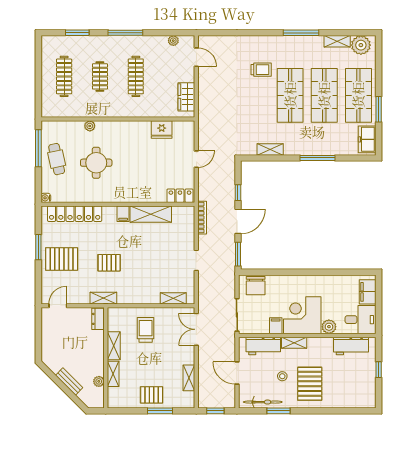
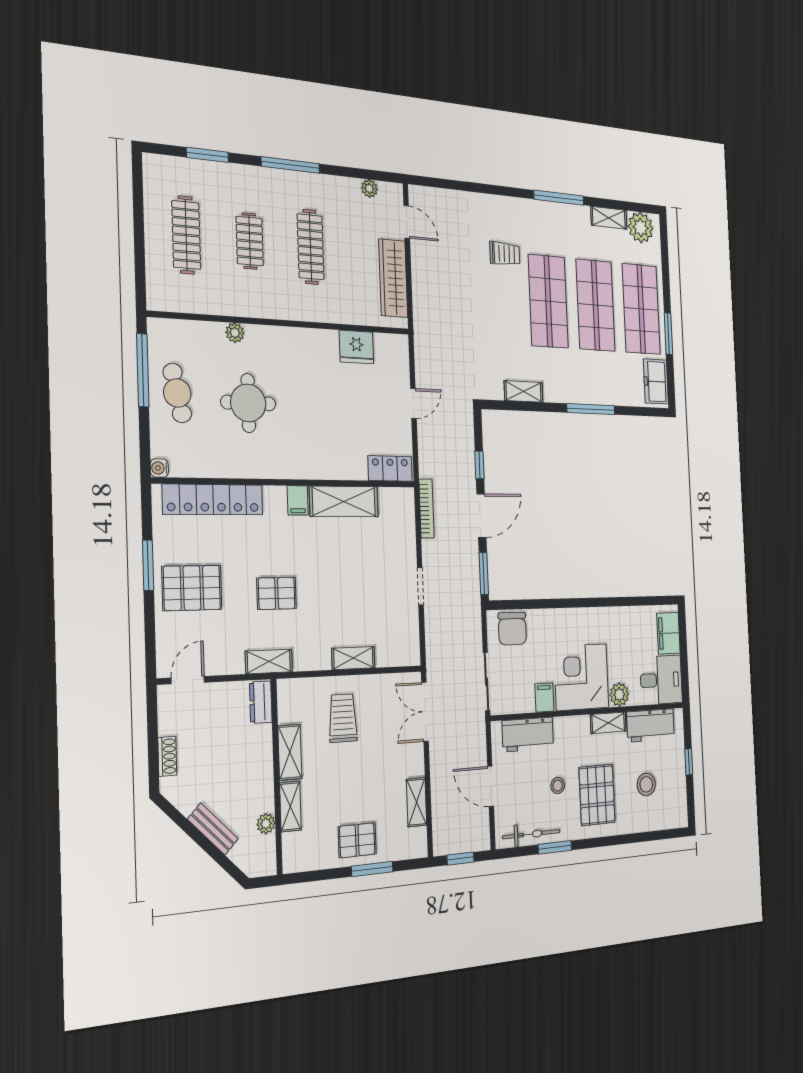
wardrobe: (186, 97) -> (393, 278), width x1.50
shelving: (173, 298) -> (353, 658), moved
shoe rack: (46, 343) -> (167, 756), added
shelving: (294, 343) -> (608, 723), moved
stool: (346, 380) -> (646, 784), added

